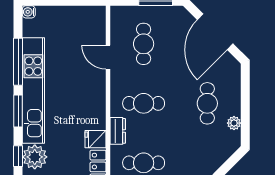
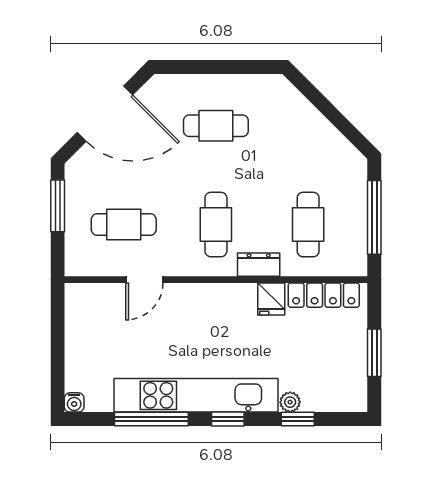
window: (18, 111) -> (228, 419), width x0.67
plant: (234, 123) -> (246, 84), removed
plant: (35, 157) -> (290, 402), width x0.53, depth x0.53

